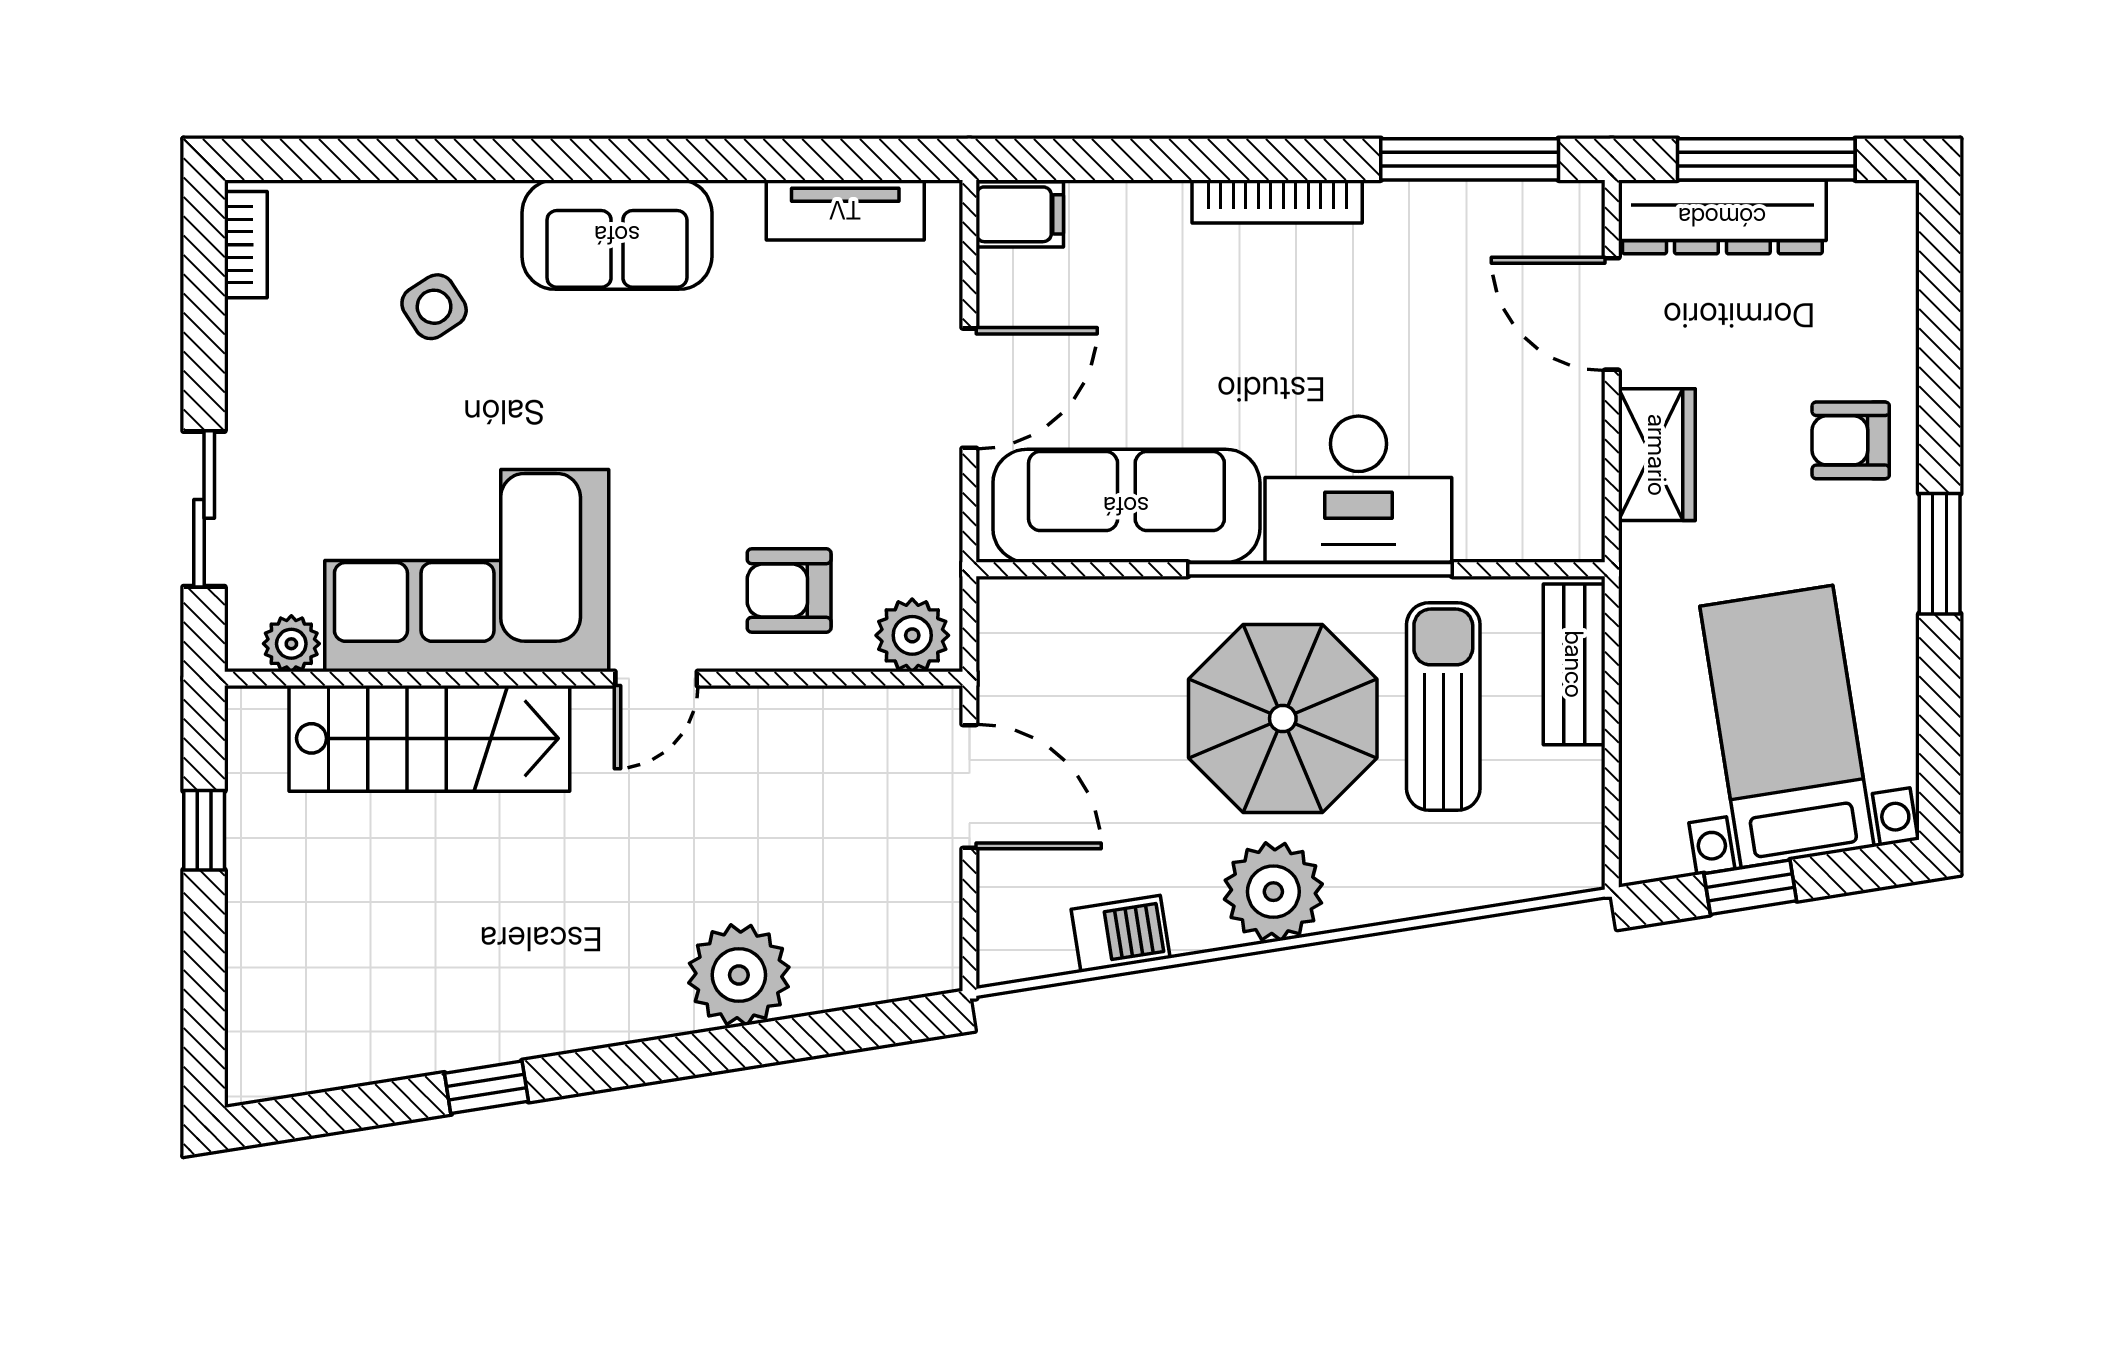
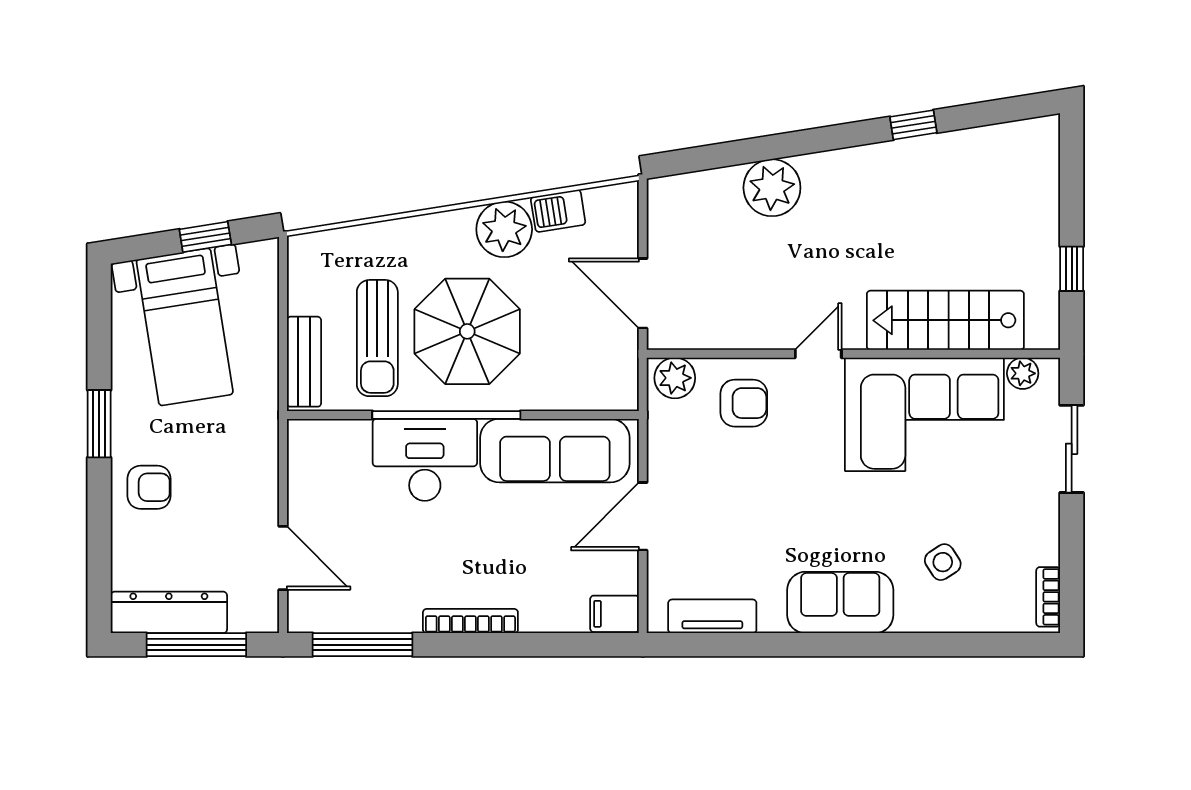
dresser: (1722, 217) -> (169, 612), moved
wardrobe: (1657, 455) -> (258, 479), removed
plant: (1273, 892) -> (504, 229), moved

